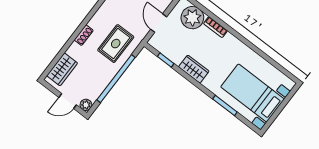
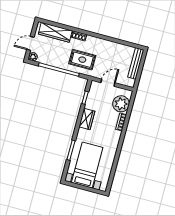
wardrobe: (62, 69) -> (55, 32), width x1.50
door: (68, 101) -> (30, 43), hinge flipped

